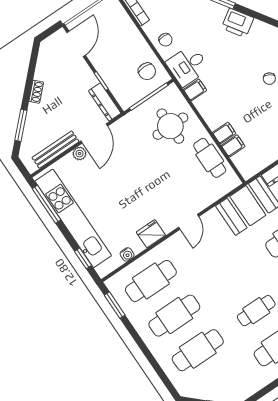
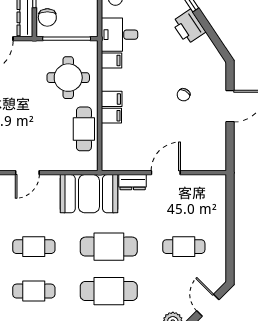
chair: (147, 71) -> (47, 17), moved
filing cabinet: (233, 146) -> (112, 99), moved
cafe table: (233, 276) -> (34, 247), added

